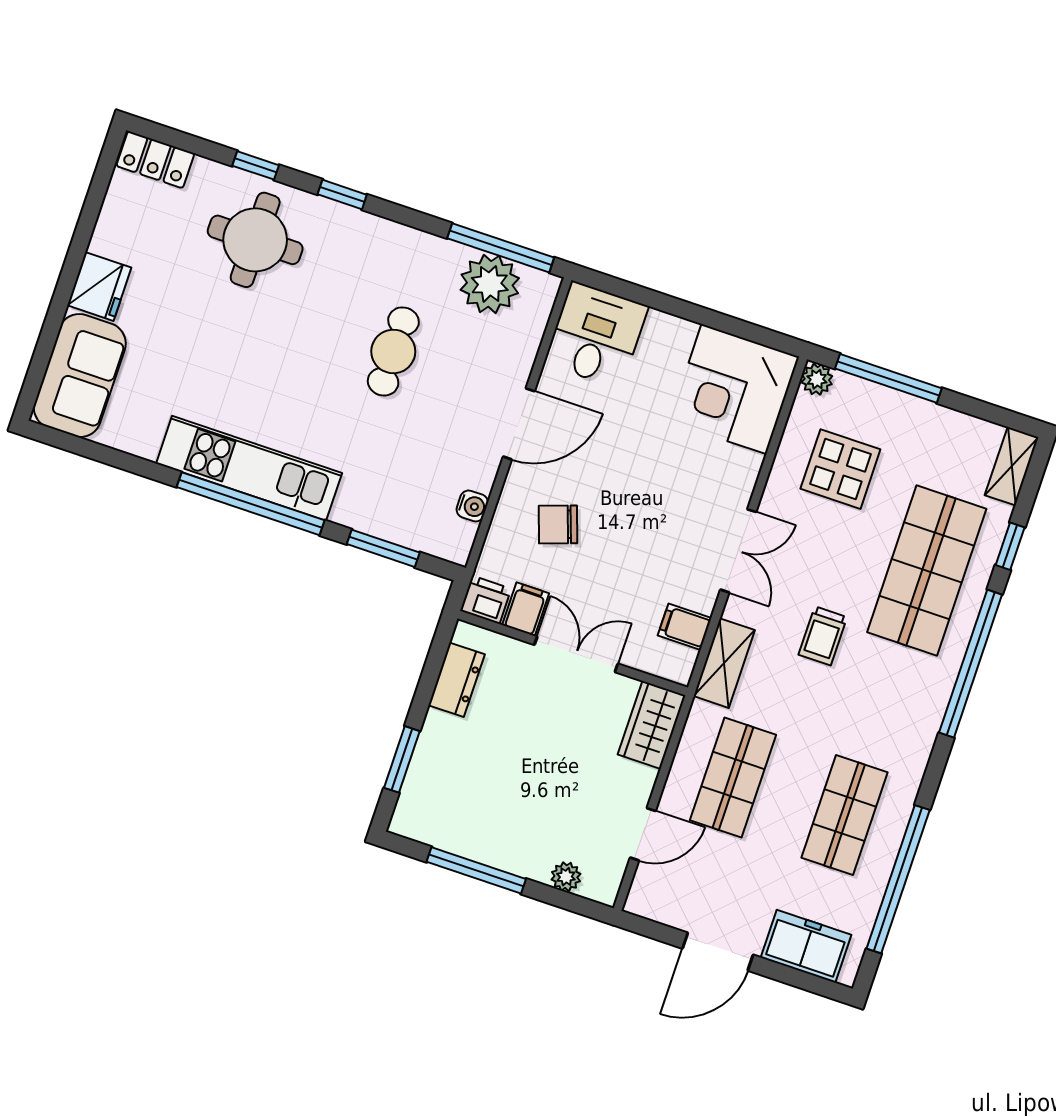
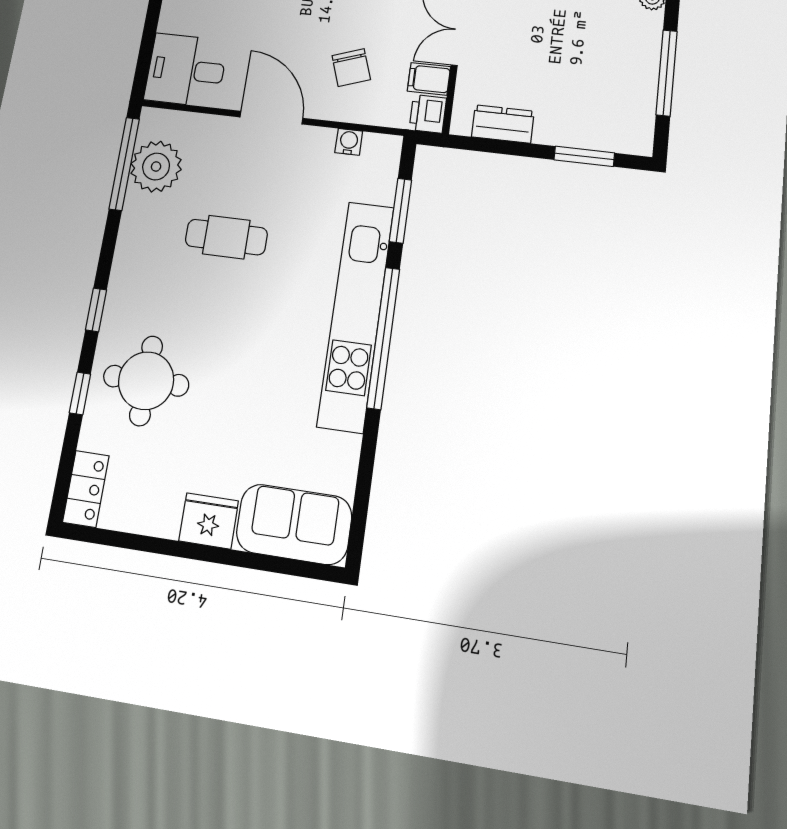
kitchen unit: (249, 468) -> (356, 315), width x1.36

